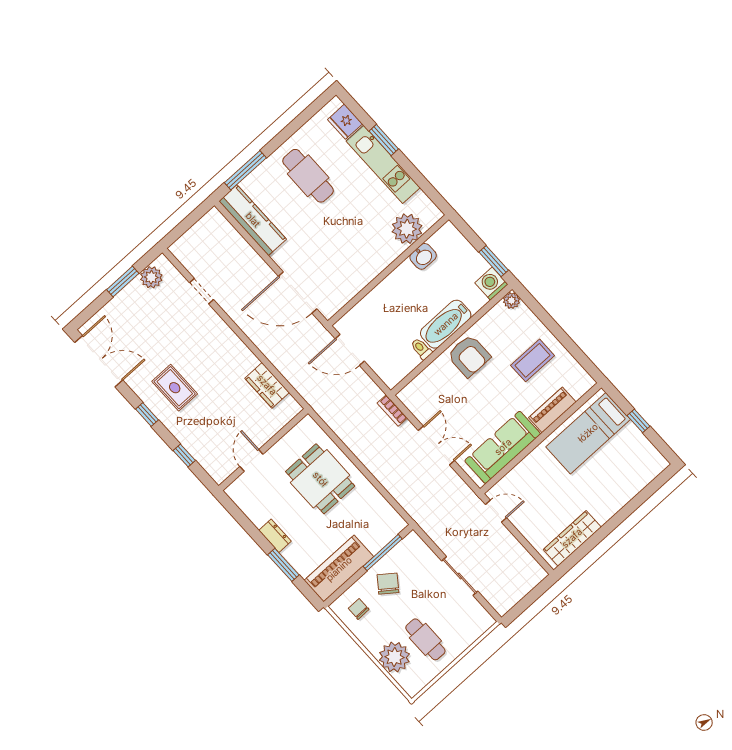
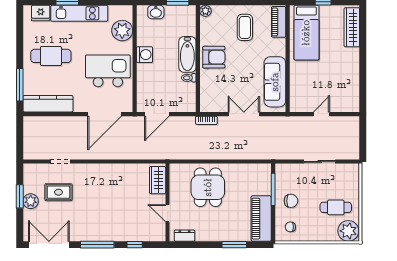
kitchen island: (348, 253) -> (108, 71), added
washbasin: (423, 256) -> (156, 12), moved, turned 90
plant: (151, 277) -> (31, 201), moved
washing machine: (491, 284) -> (144, 55), moved, turned 180
wardrobe: (267, 385) -> (158, 180), moved, turned 90
rug: (175, 388) -> (58, 192), moved
piano: (552, 410) -> (279, 22), moved
window: (147, 414) -> (97, 245), width x2.17
dining table: (320, 479) -> (208, 187), turned 90
door: (496, 511) -> (321, 114), moved
dresser: (275, 536) -> (185, 236), moved
wardrobe: (572, 538) -> (352, 27), moved
chair: (388, 584) -> (291, 201), turned 143
plant: (394, 657) -> (348, 231), moved

